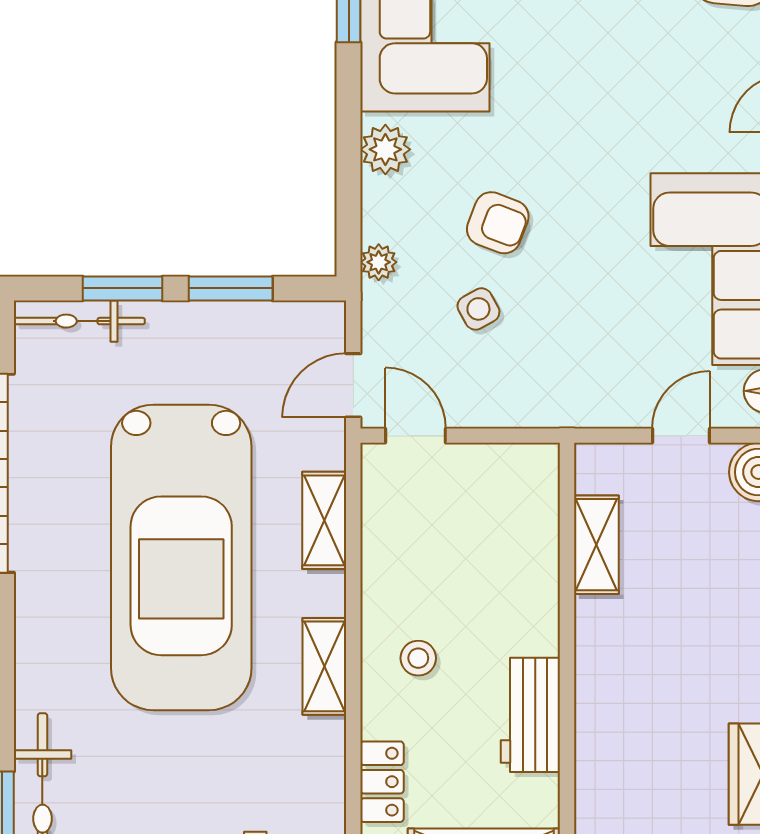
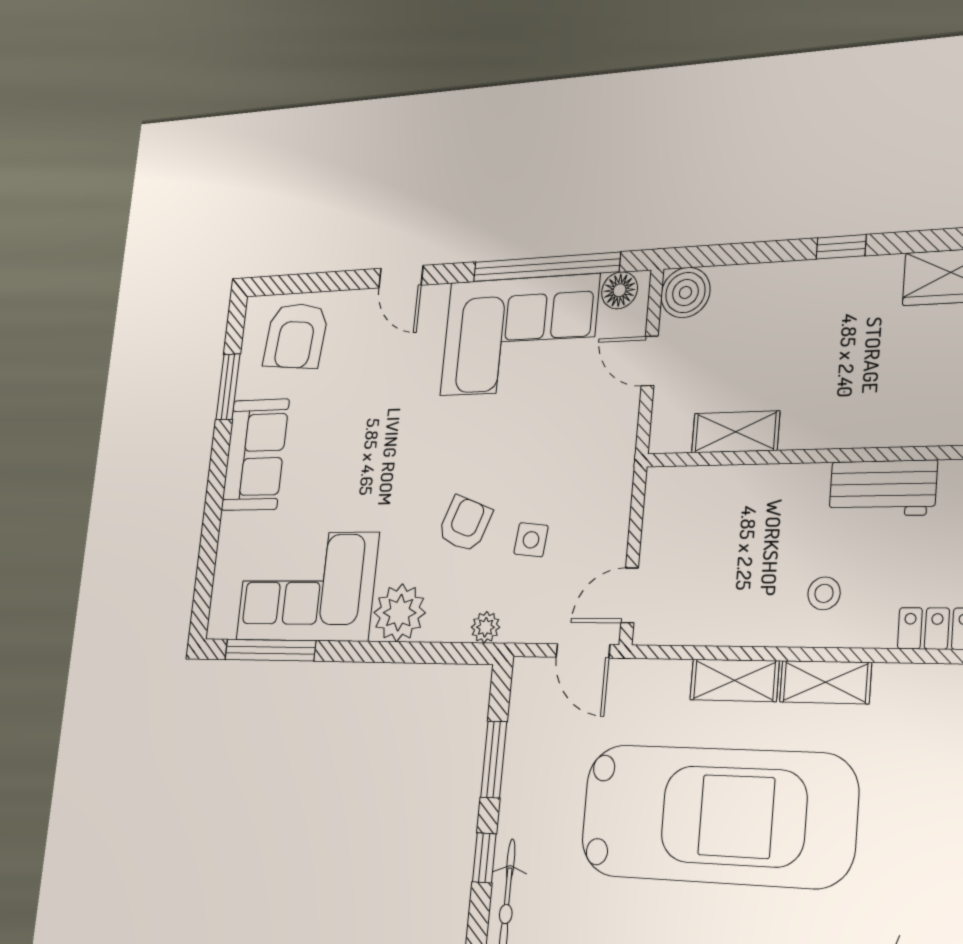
plant: (385, 149) -> (400, 613), width x1.36, depth x1.36
window: (122, 288) -> (484, 858), width x0.67
side table: (478, 309) -> (531, 540), turned 35
shelving: (324, 520) -> (734, 680), moved

